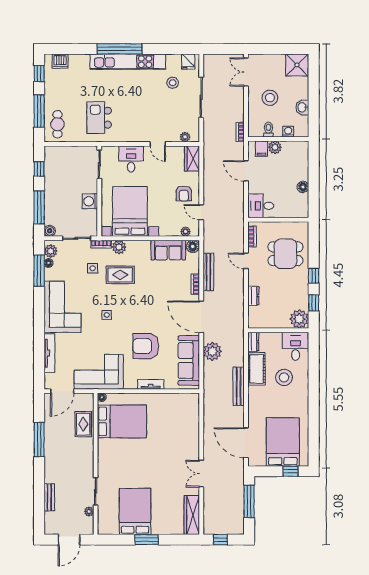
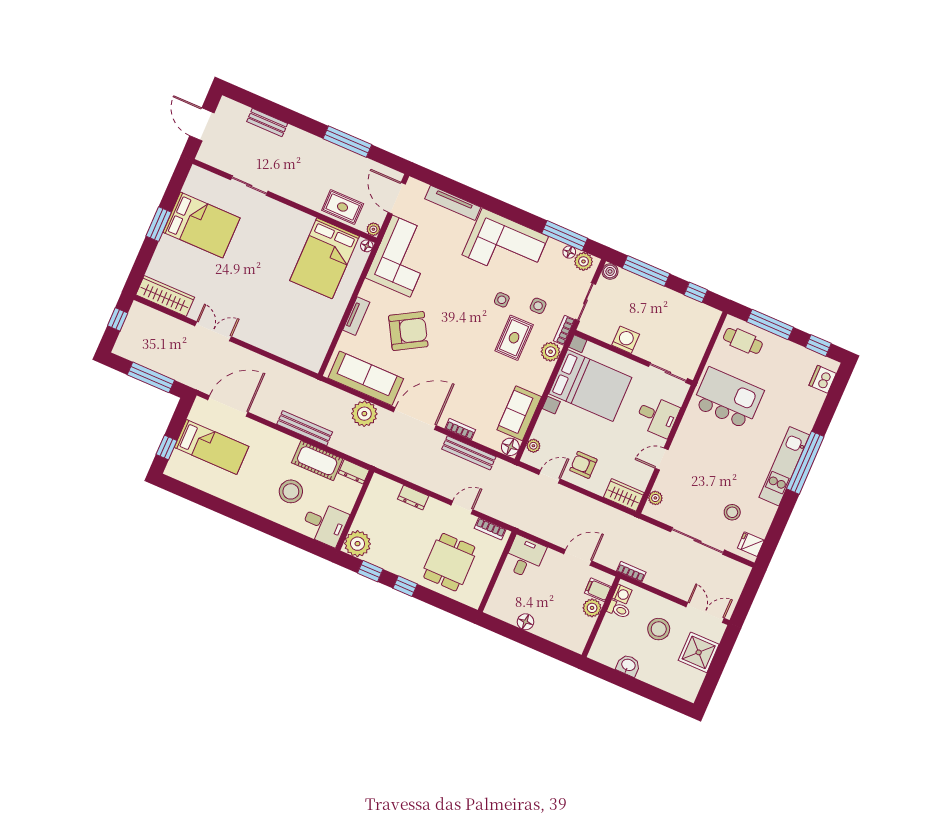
kitchen unit: (128, 62) -> (784, 466), width x0.73
shower: (297, 65) -> (699, 652), moved
kitchen island: (99, 118) -> (728, 398), width x1.37, depth x1.28
washing machine: (288, 132) -> (622, 594), moved
side table: (107, 315) -> (502, 300), moved
armchair: (146, 346) -> (408, 331), turned 60
bed: (283, 442) -> (211, 447), width x0.67
plant: (89, 511) -> (373, 229), moved

